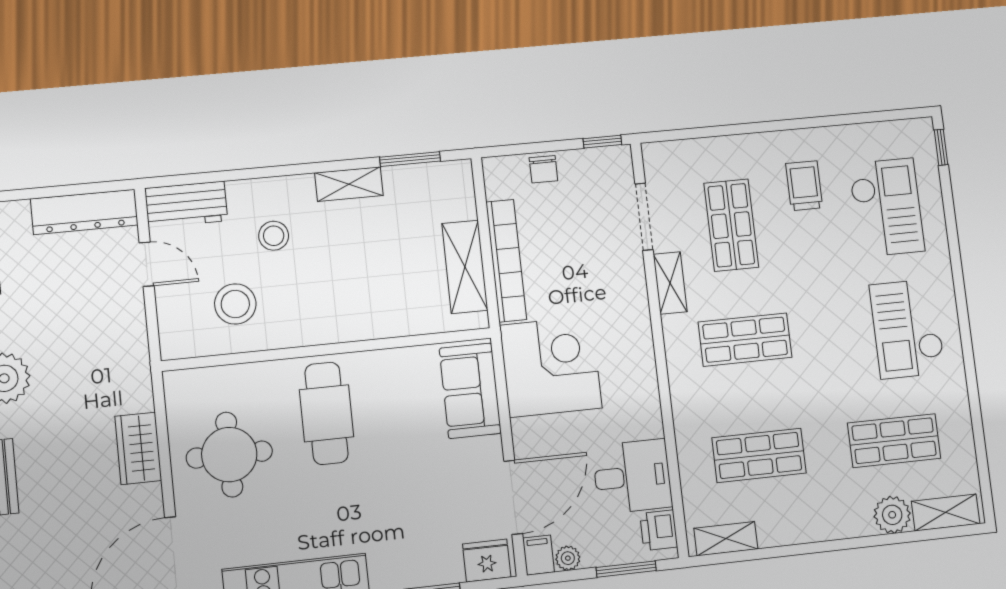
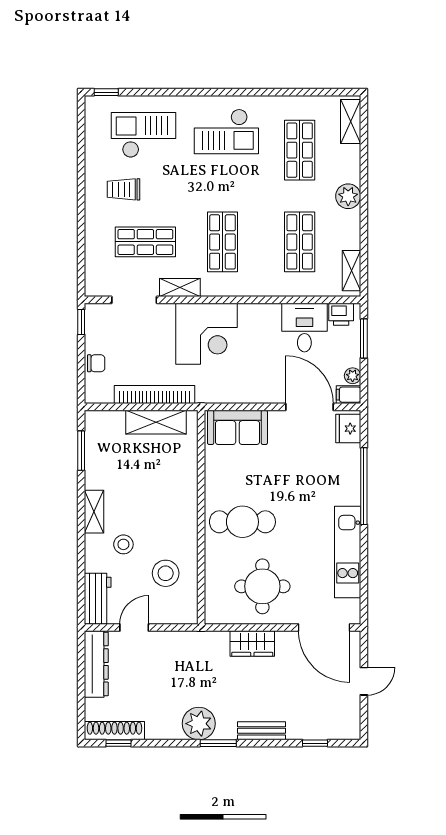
shelving: (349, 184) -> (94, 512), moved
corner desk: (551, 367) -> (206, 334), moved, turned 180
plant: (892, 515) -> (348, 196), moved

